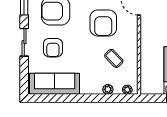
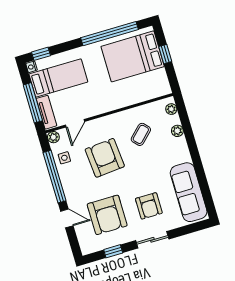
armchair: (103, 23) -> (105, 158), turned -95
armchair: (53, 48) -> (149, 206), turned 90

